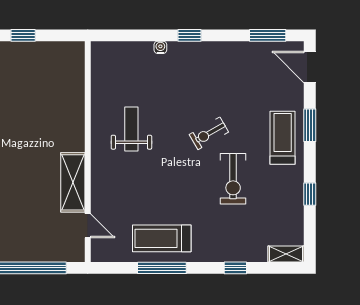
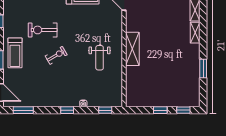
window: (121, 35) -> (105, 110), added
exercise bike: (233, 179) -> (43, 30), turned -90
shelving: (73, 182) -> (132, 49), moved

